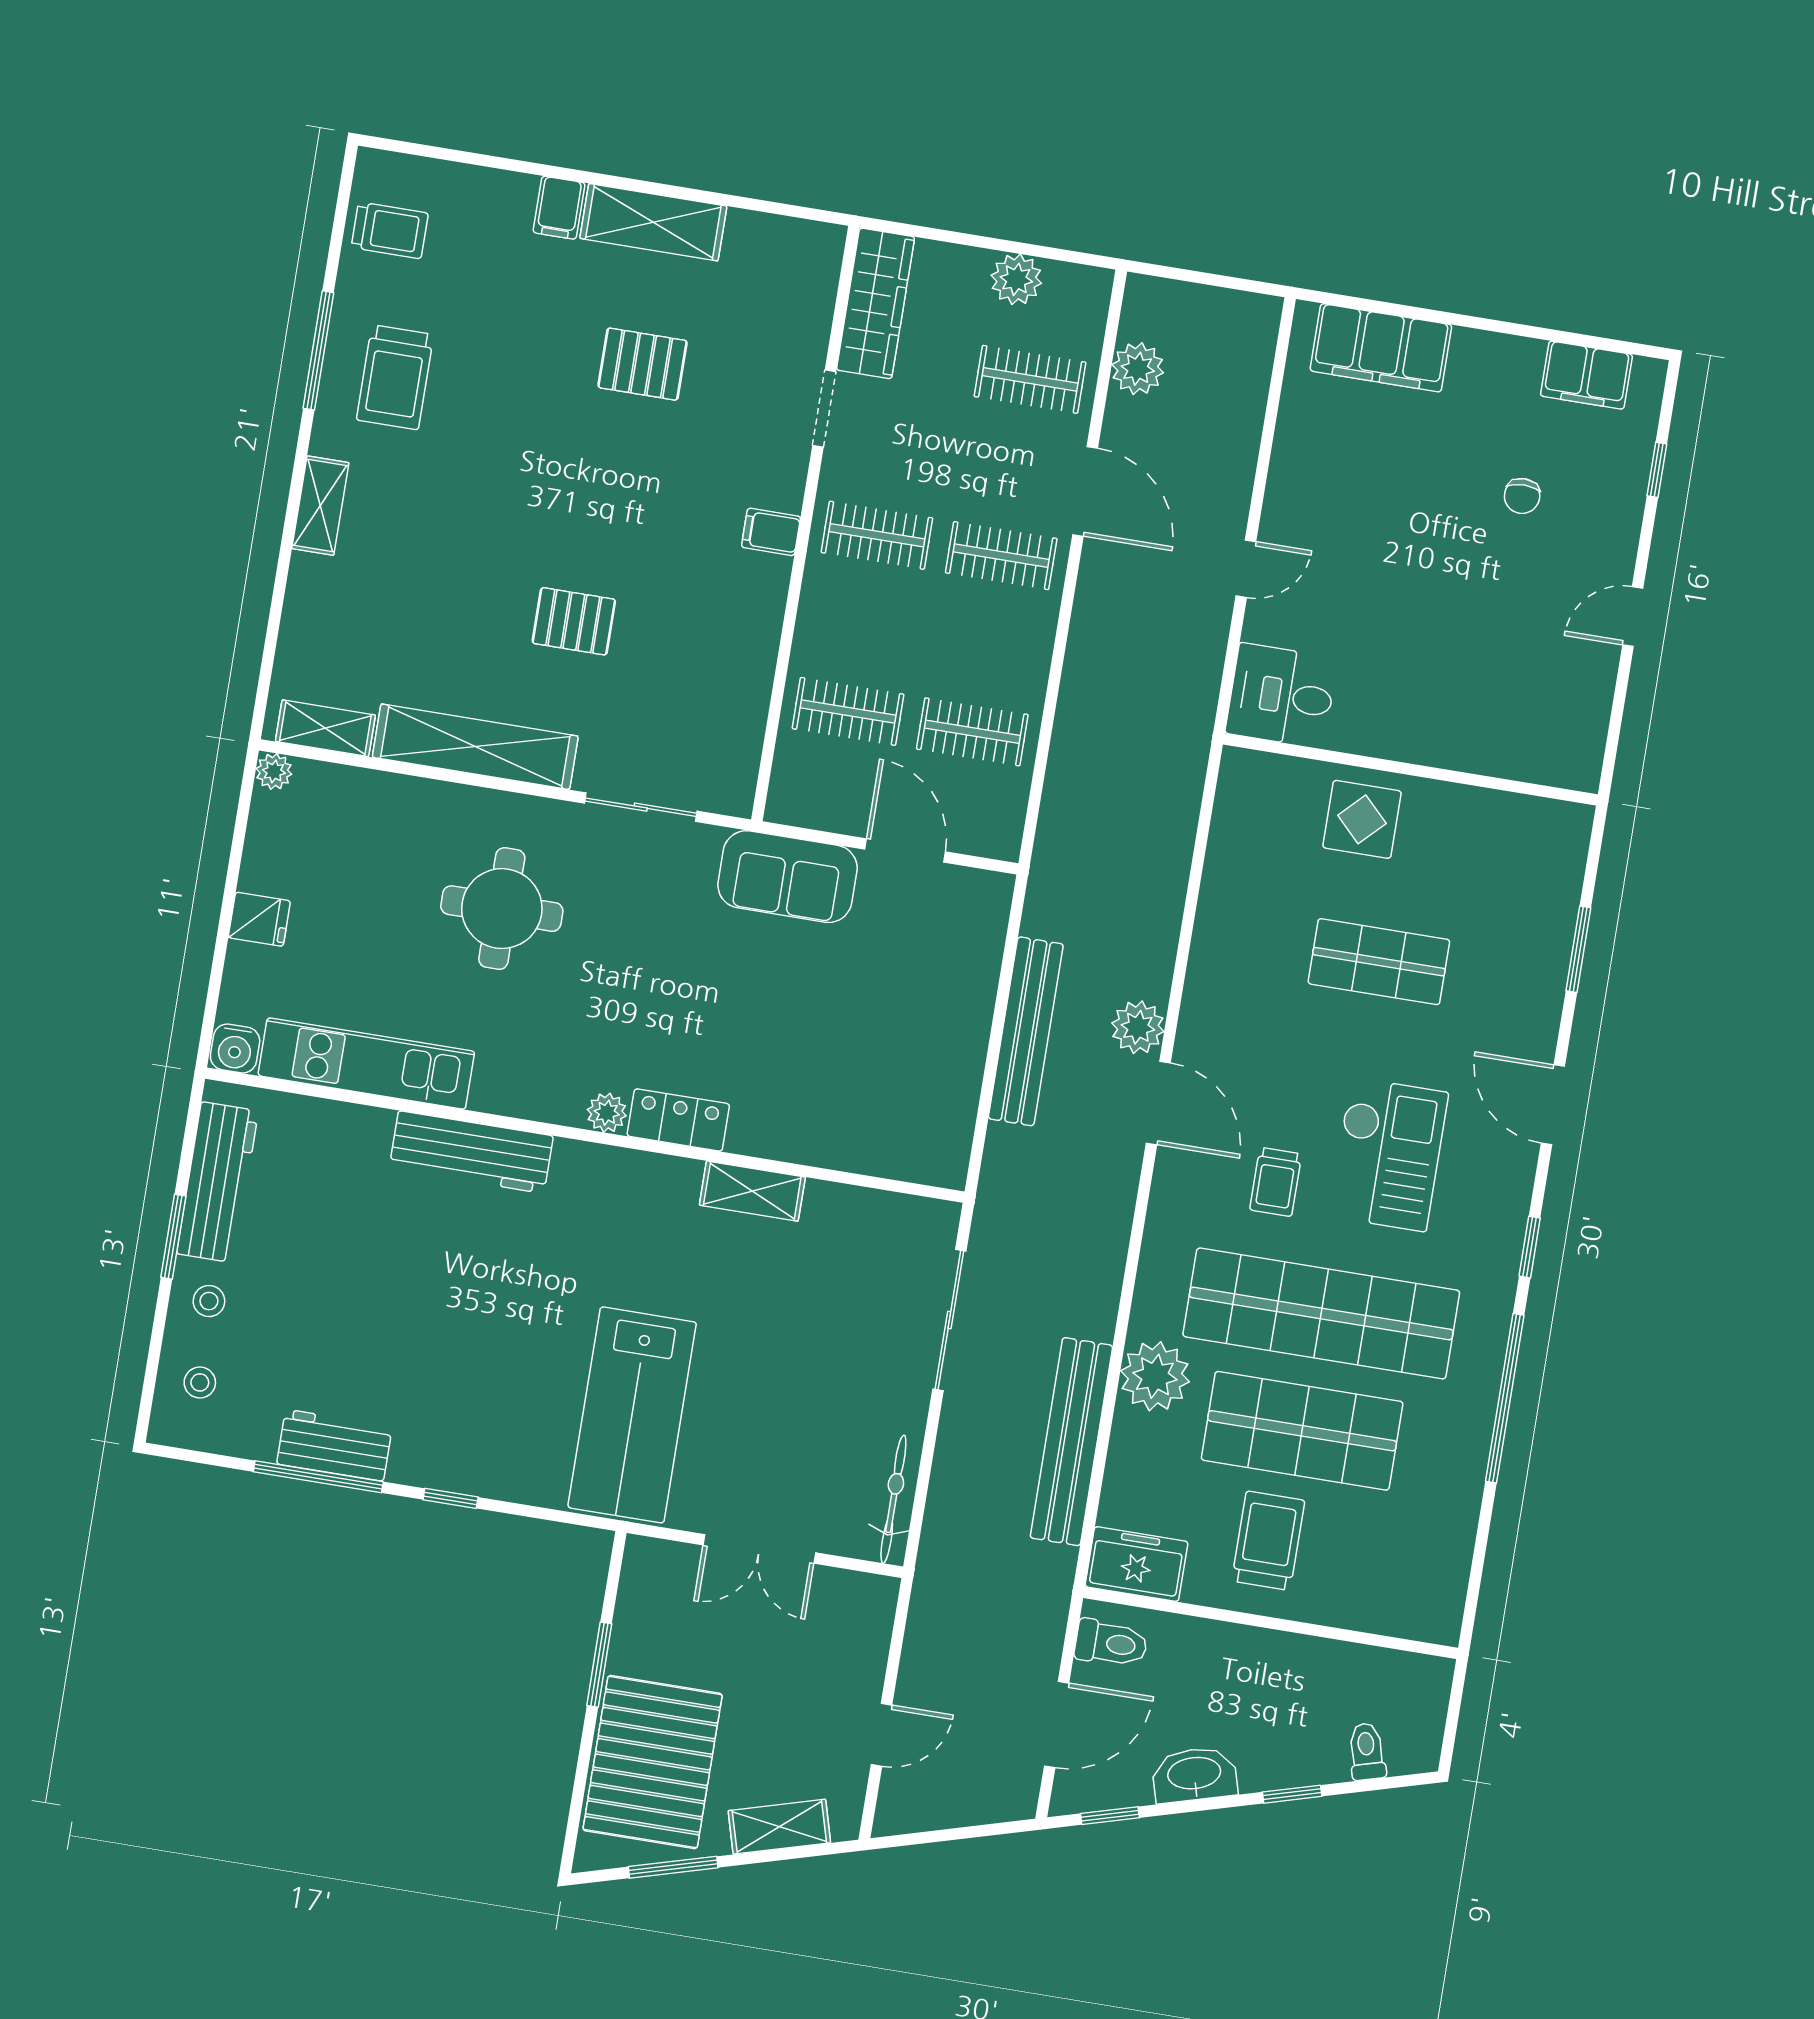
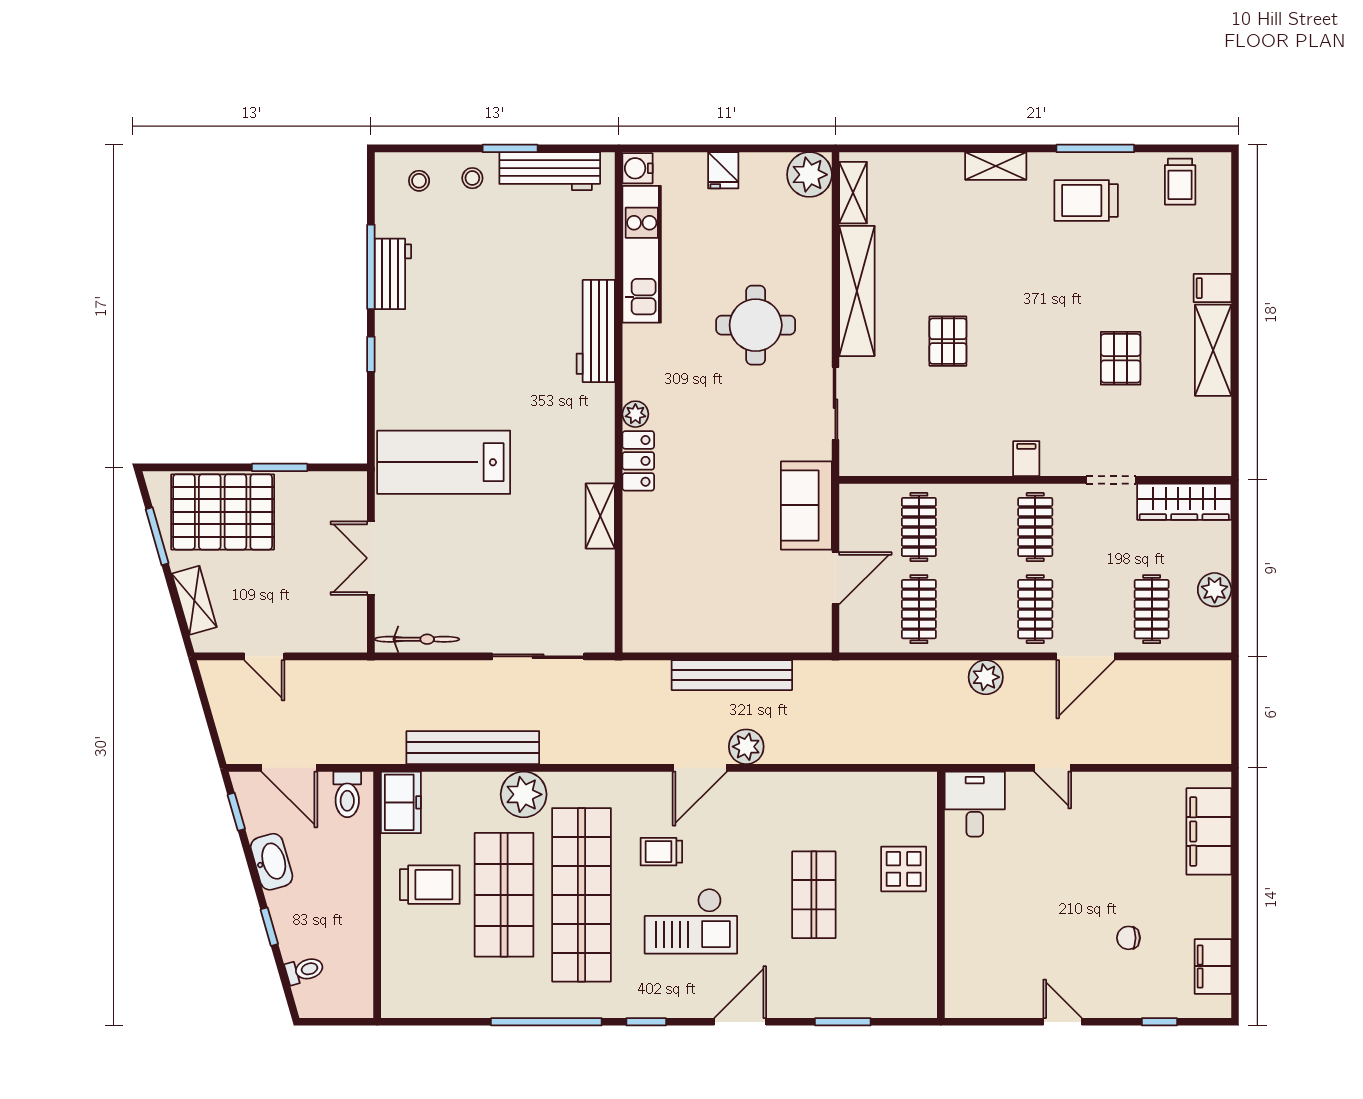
plant: (1138, 369) -> (986, 677), moved
plant: (274, 771) -> (809, 175), width x1.88, depth x1.88

